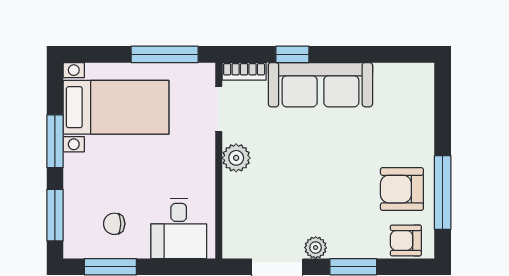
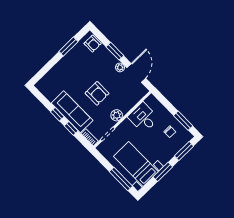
window: (165, 54) -> (121, 179), moved
window: (342, 54) -> (57, 114), added
armchair: (402, 189) -> (97, 93), moved
window: (443, 193) -> (68, 46), width x0.69
desk: (179, 229) -> (143, 118), moved, turned -90

